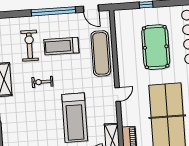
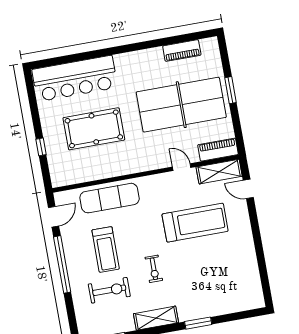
exercise bike: (30, 46) -> (109, 290), turned 180
door: (118, 94) -> (182, 167), moved

